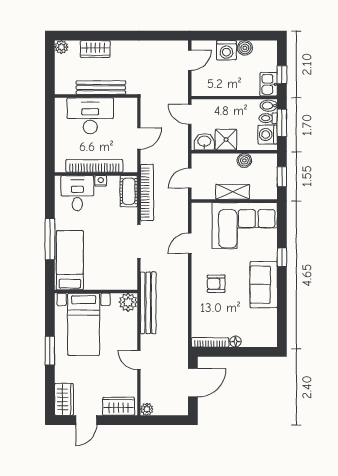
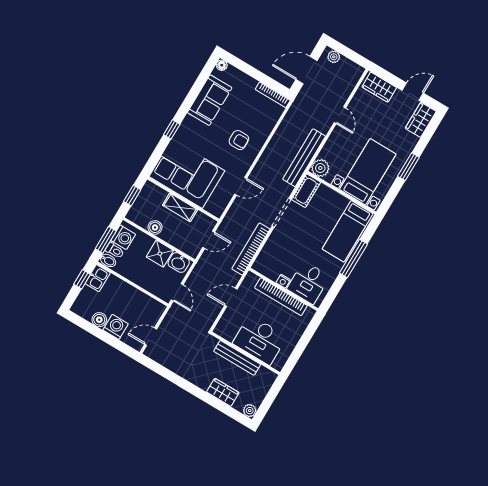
cot: (129, 191) -> (306, 191), moved
sofa: (264, 285) -> (210, 100), moved
floor lamp: (235, 342) -> (222, 65), moved
plant: (147, 409) -> (334, 57), moved

